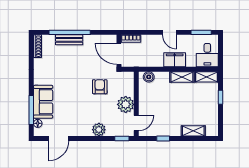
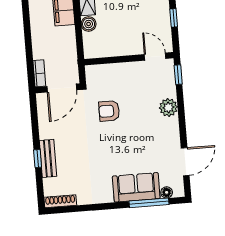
window: (70, 32) -> (38, 159), width x0.32
door: (169, 32) -> (26, 21), removed
boiler: (149, 77) -> (89, 24), moved
plant: (126, 104) -> (131, 73), removed
door: (59, 139) -> (185, 162), hinge flipped

